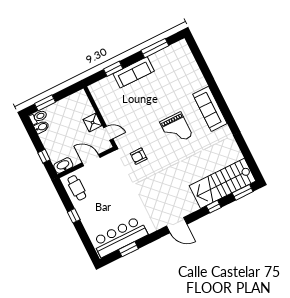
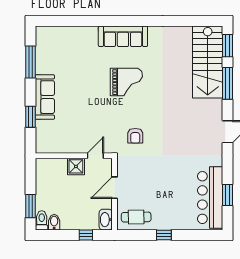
window: (214, 207) -> (228, 83), width x2.17

